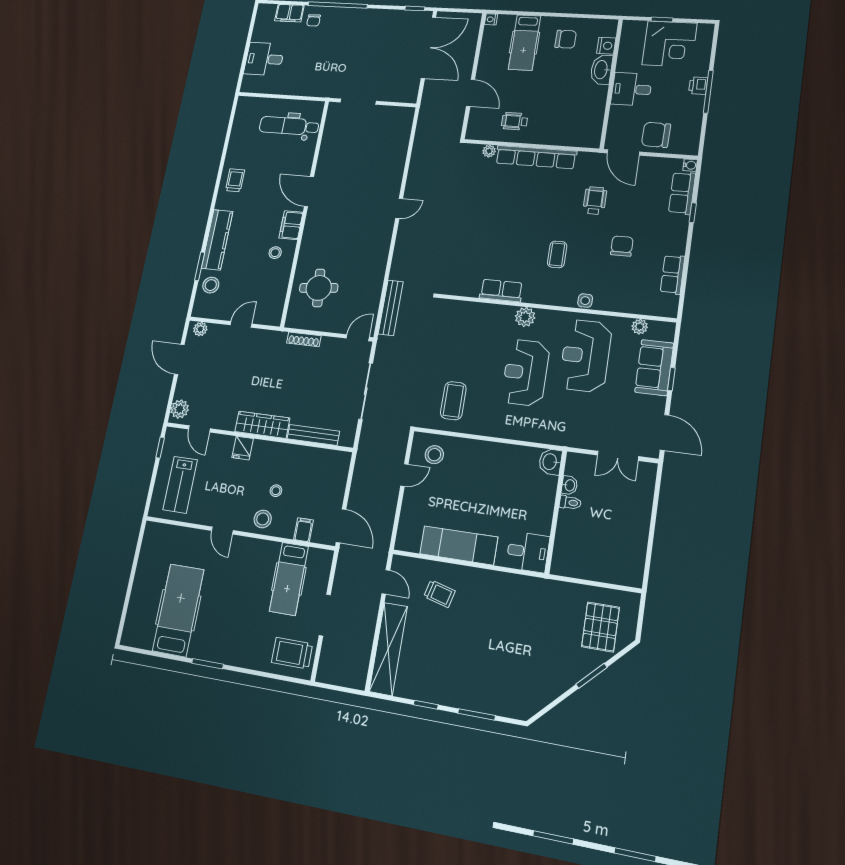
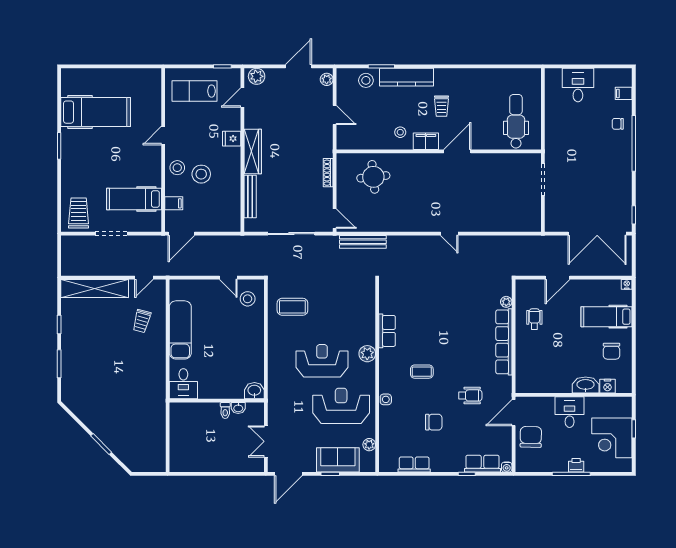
filing cabinet: (289, 13) -> (624, 93), width x0.50
trolley: (235, 180) -> (441, 106), moved, turned 90
stool: (276, 491) -> (201, 174), width x1.89, depth x1.89
pallet: (601, 627) -> (137, 446), removed

